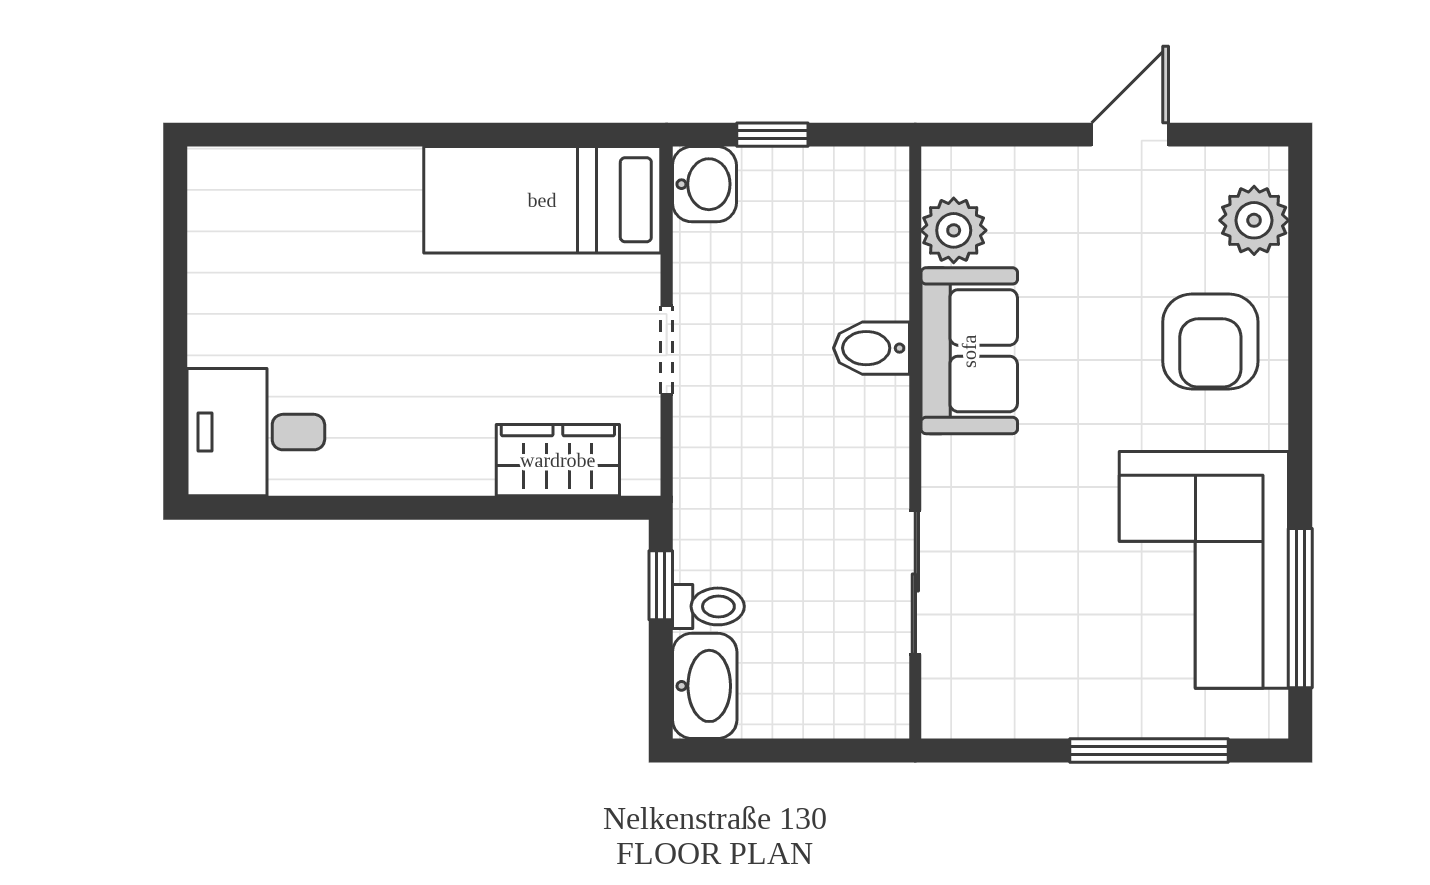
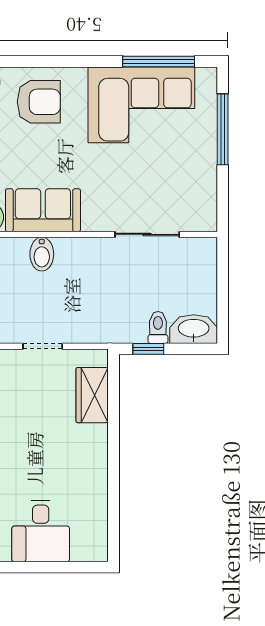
desk: (256, 432) -> (41, 531), moved

